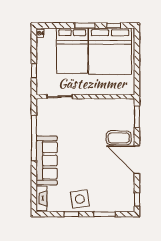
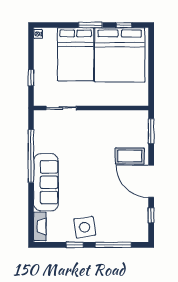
window: (137, 200) -> (151, 215), moved
window: (104, 214) -> (113, 245), width x1.44

